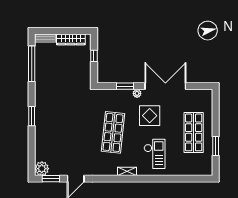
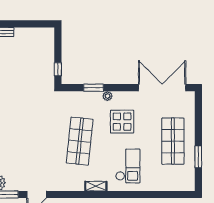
wardrobe: (71, 39) -> (31, 34), removed
window: (94, 56) -> (58, 69), moved
double door: (165, 86) -> (162, 88), moved

